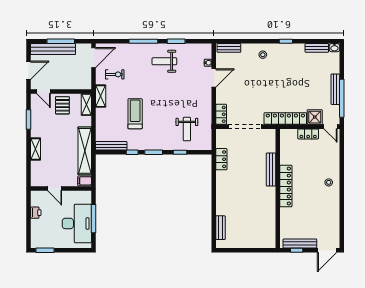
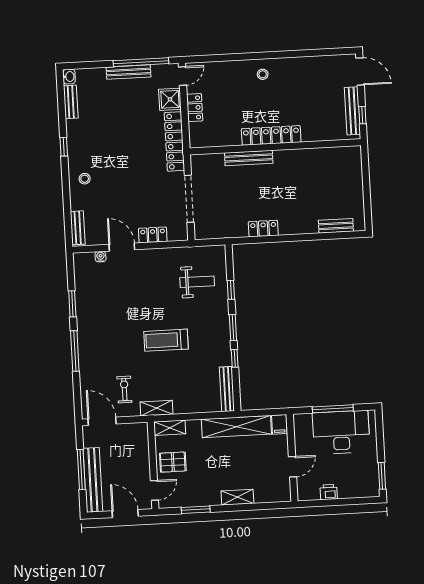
weight bench: (164, 61) -> (102, 319), removed
treadmill: (135, 114) -> (166, 340), moved
locker: (221, 114) -> (153, 235), moved
locker: (221, 159) -> (263, 229), moved

